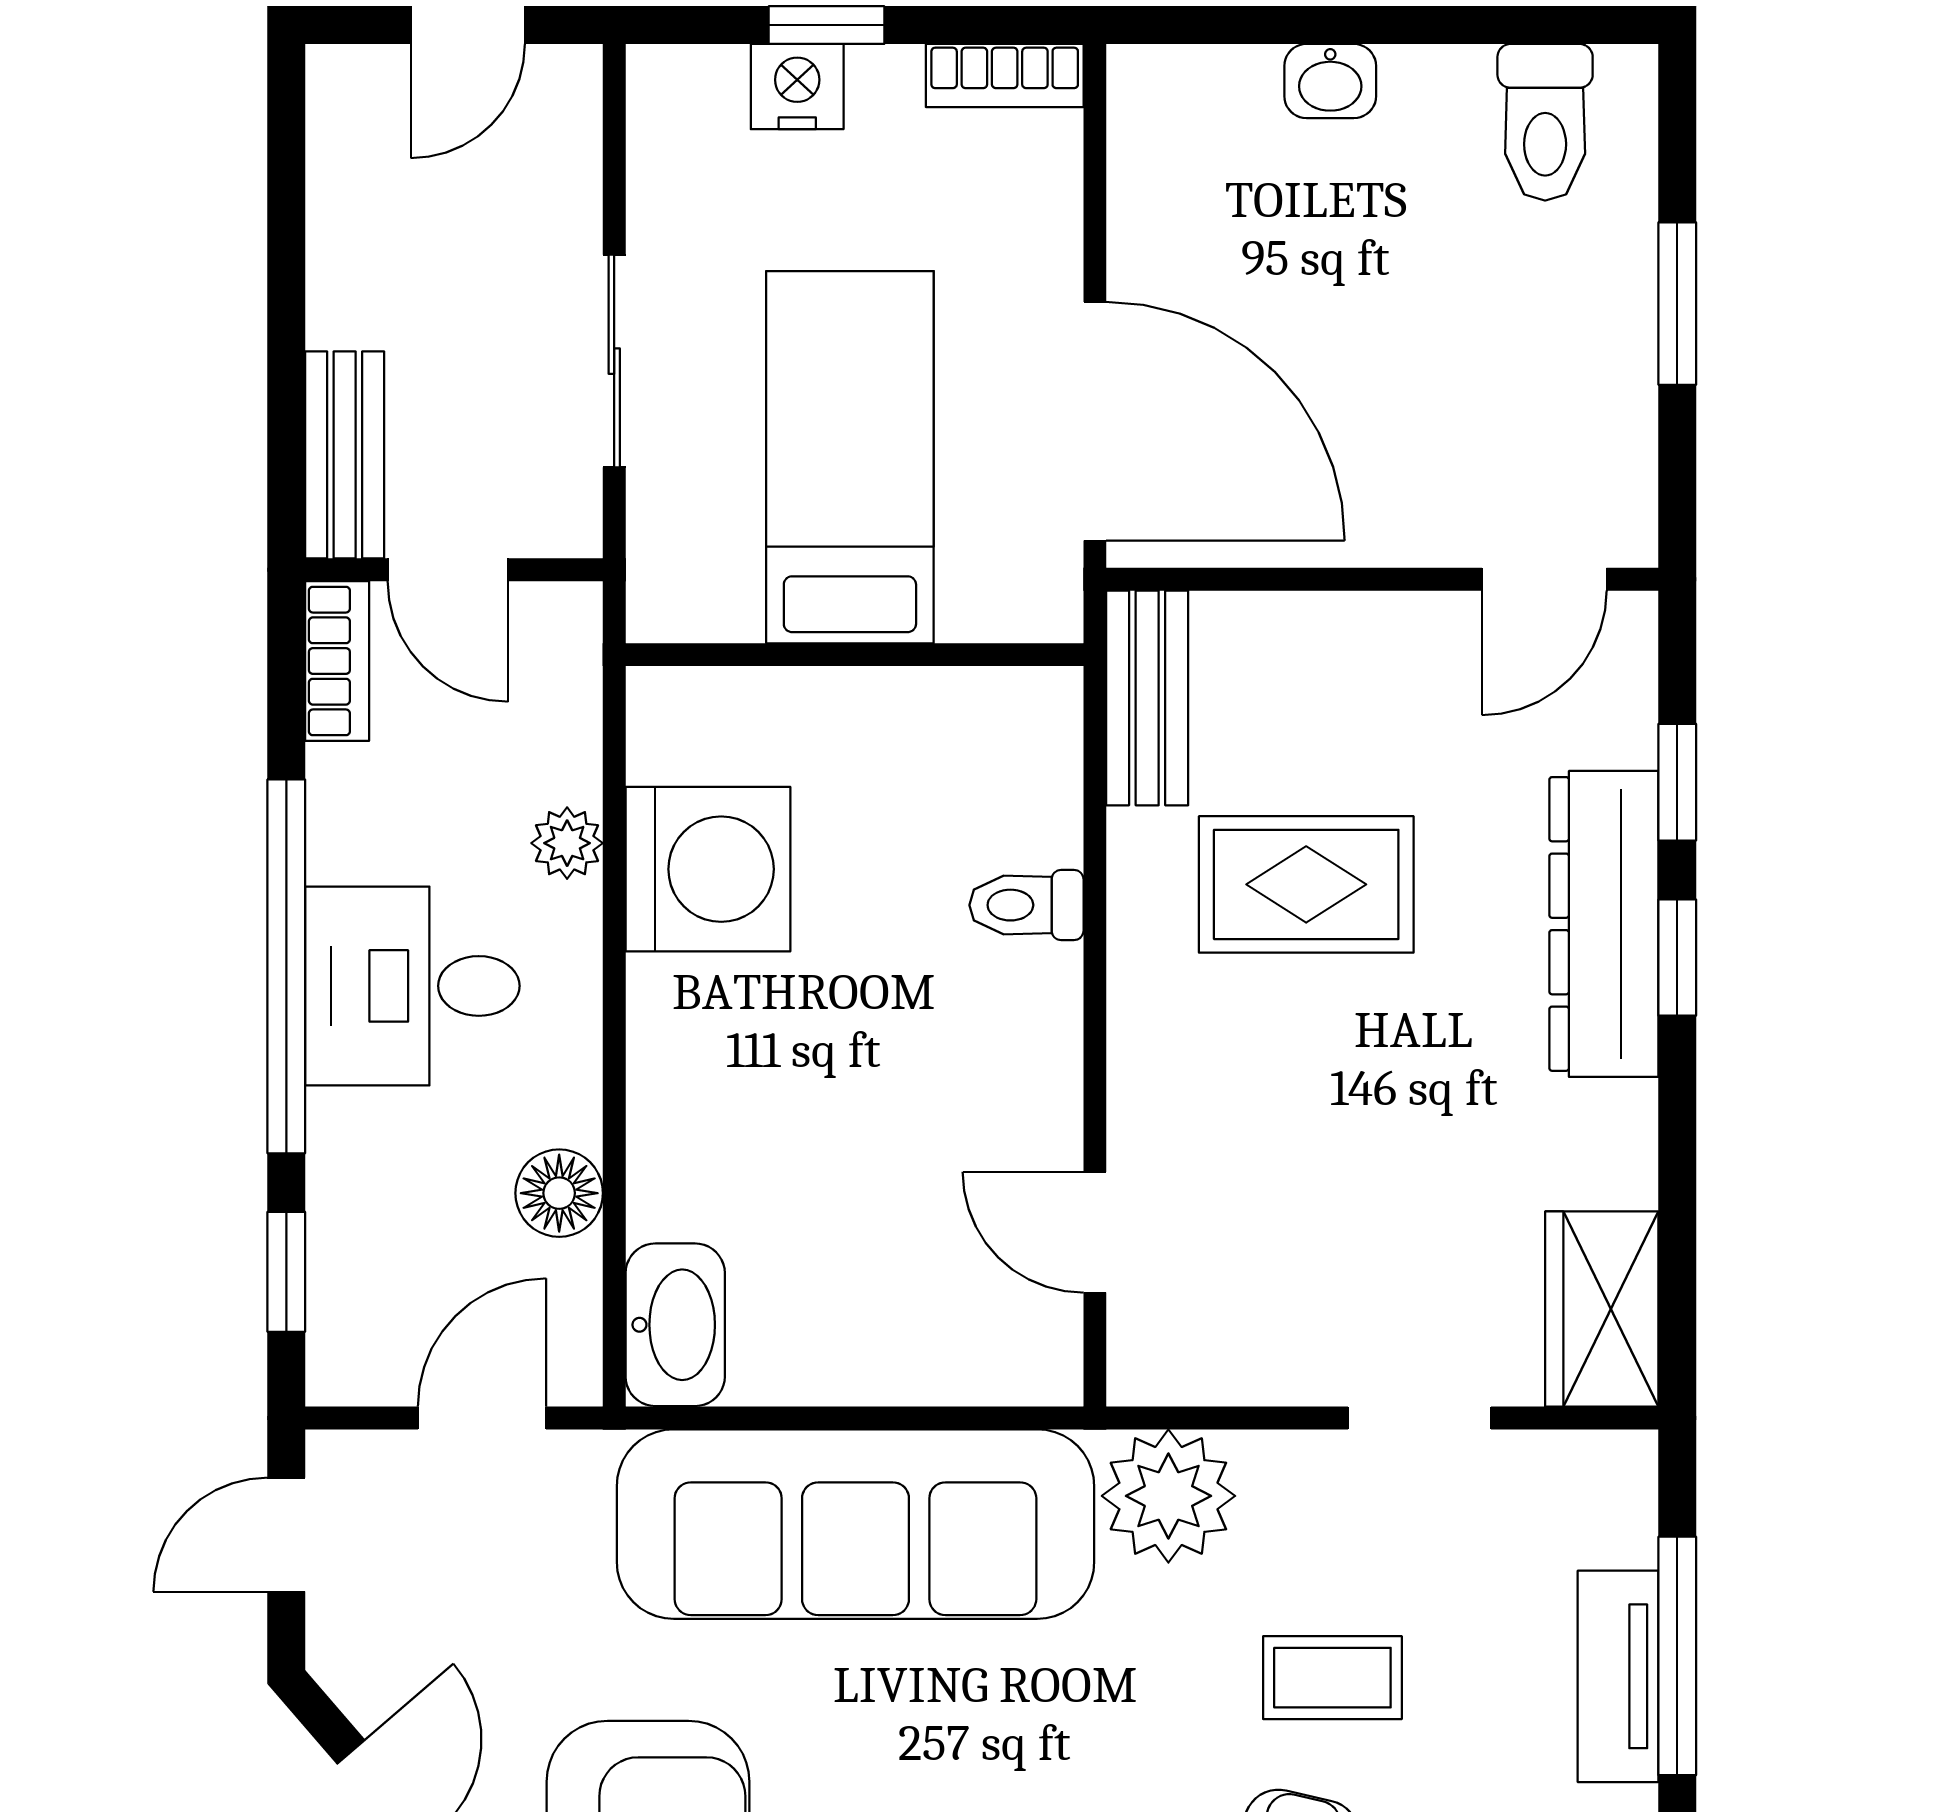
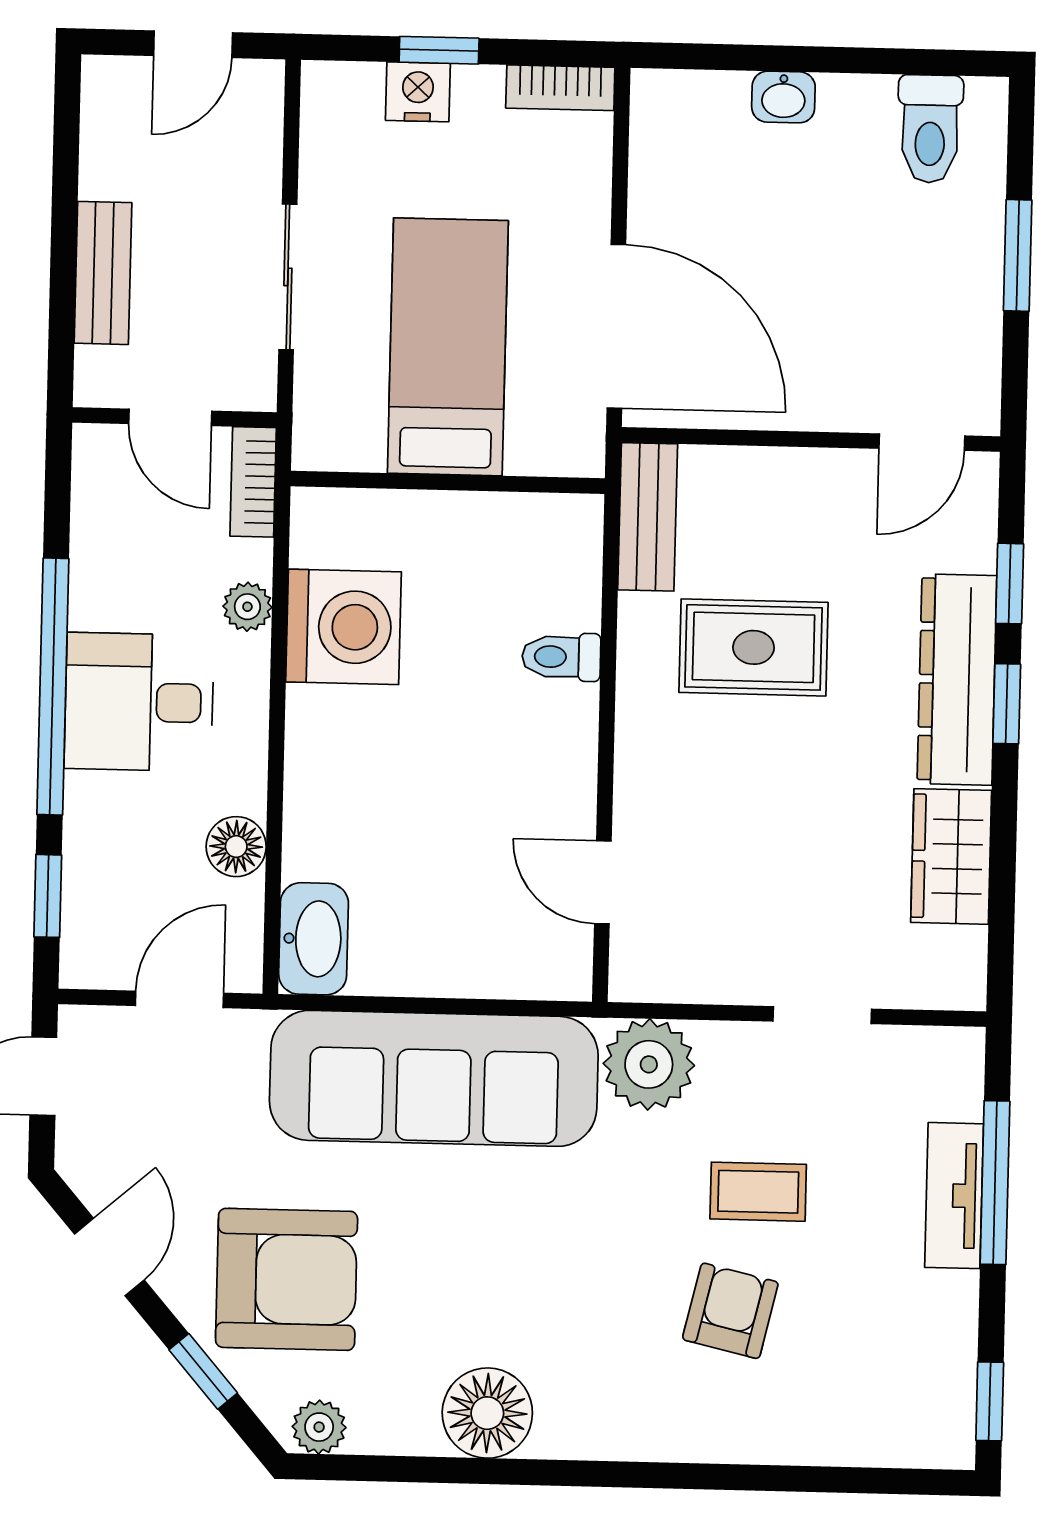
bench: (345, 455) -> (103, 273), moved
bookcase: (337, 661) -> (253, 482), moved, turned 180
wardrobe: (1602, 1309) -> (951, 856), moved

